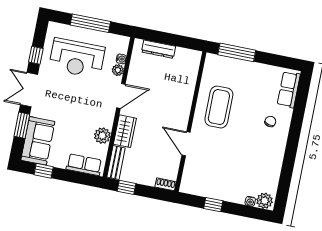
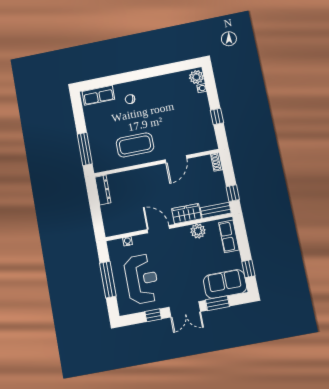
dresser: (158, 49) -> (103, 190), moved
plant: (118, 70) -> (138, 240), removed

